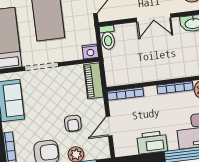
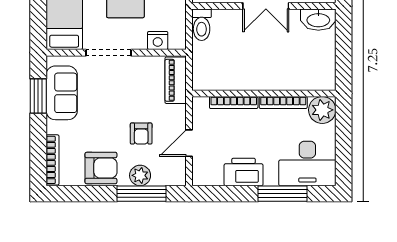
nightstand: (90, 51) -> (158, 40), moved
bookcase: (125, 94) -> (234, 103), moved

